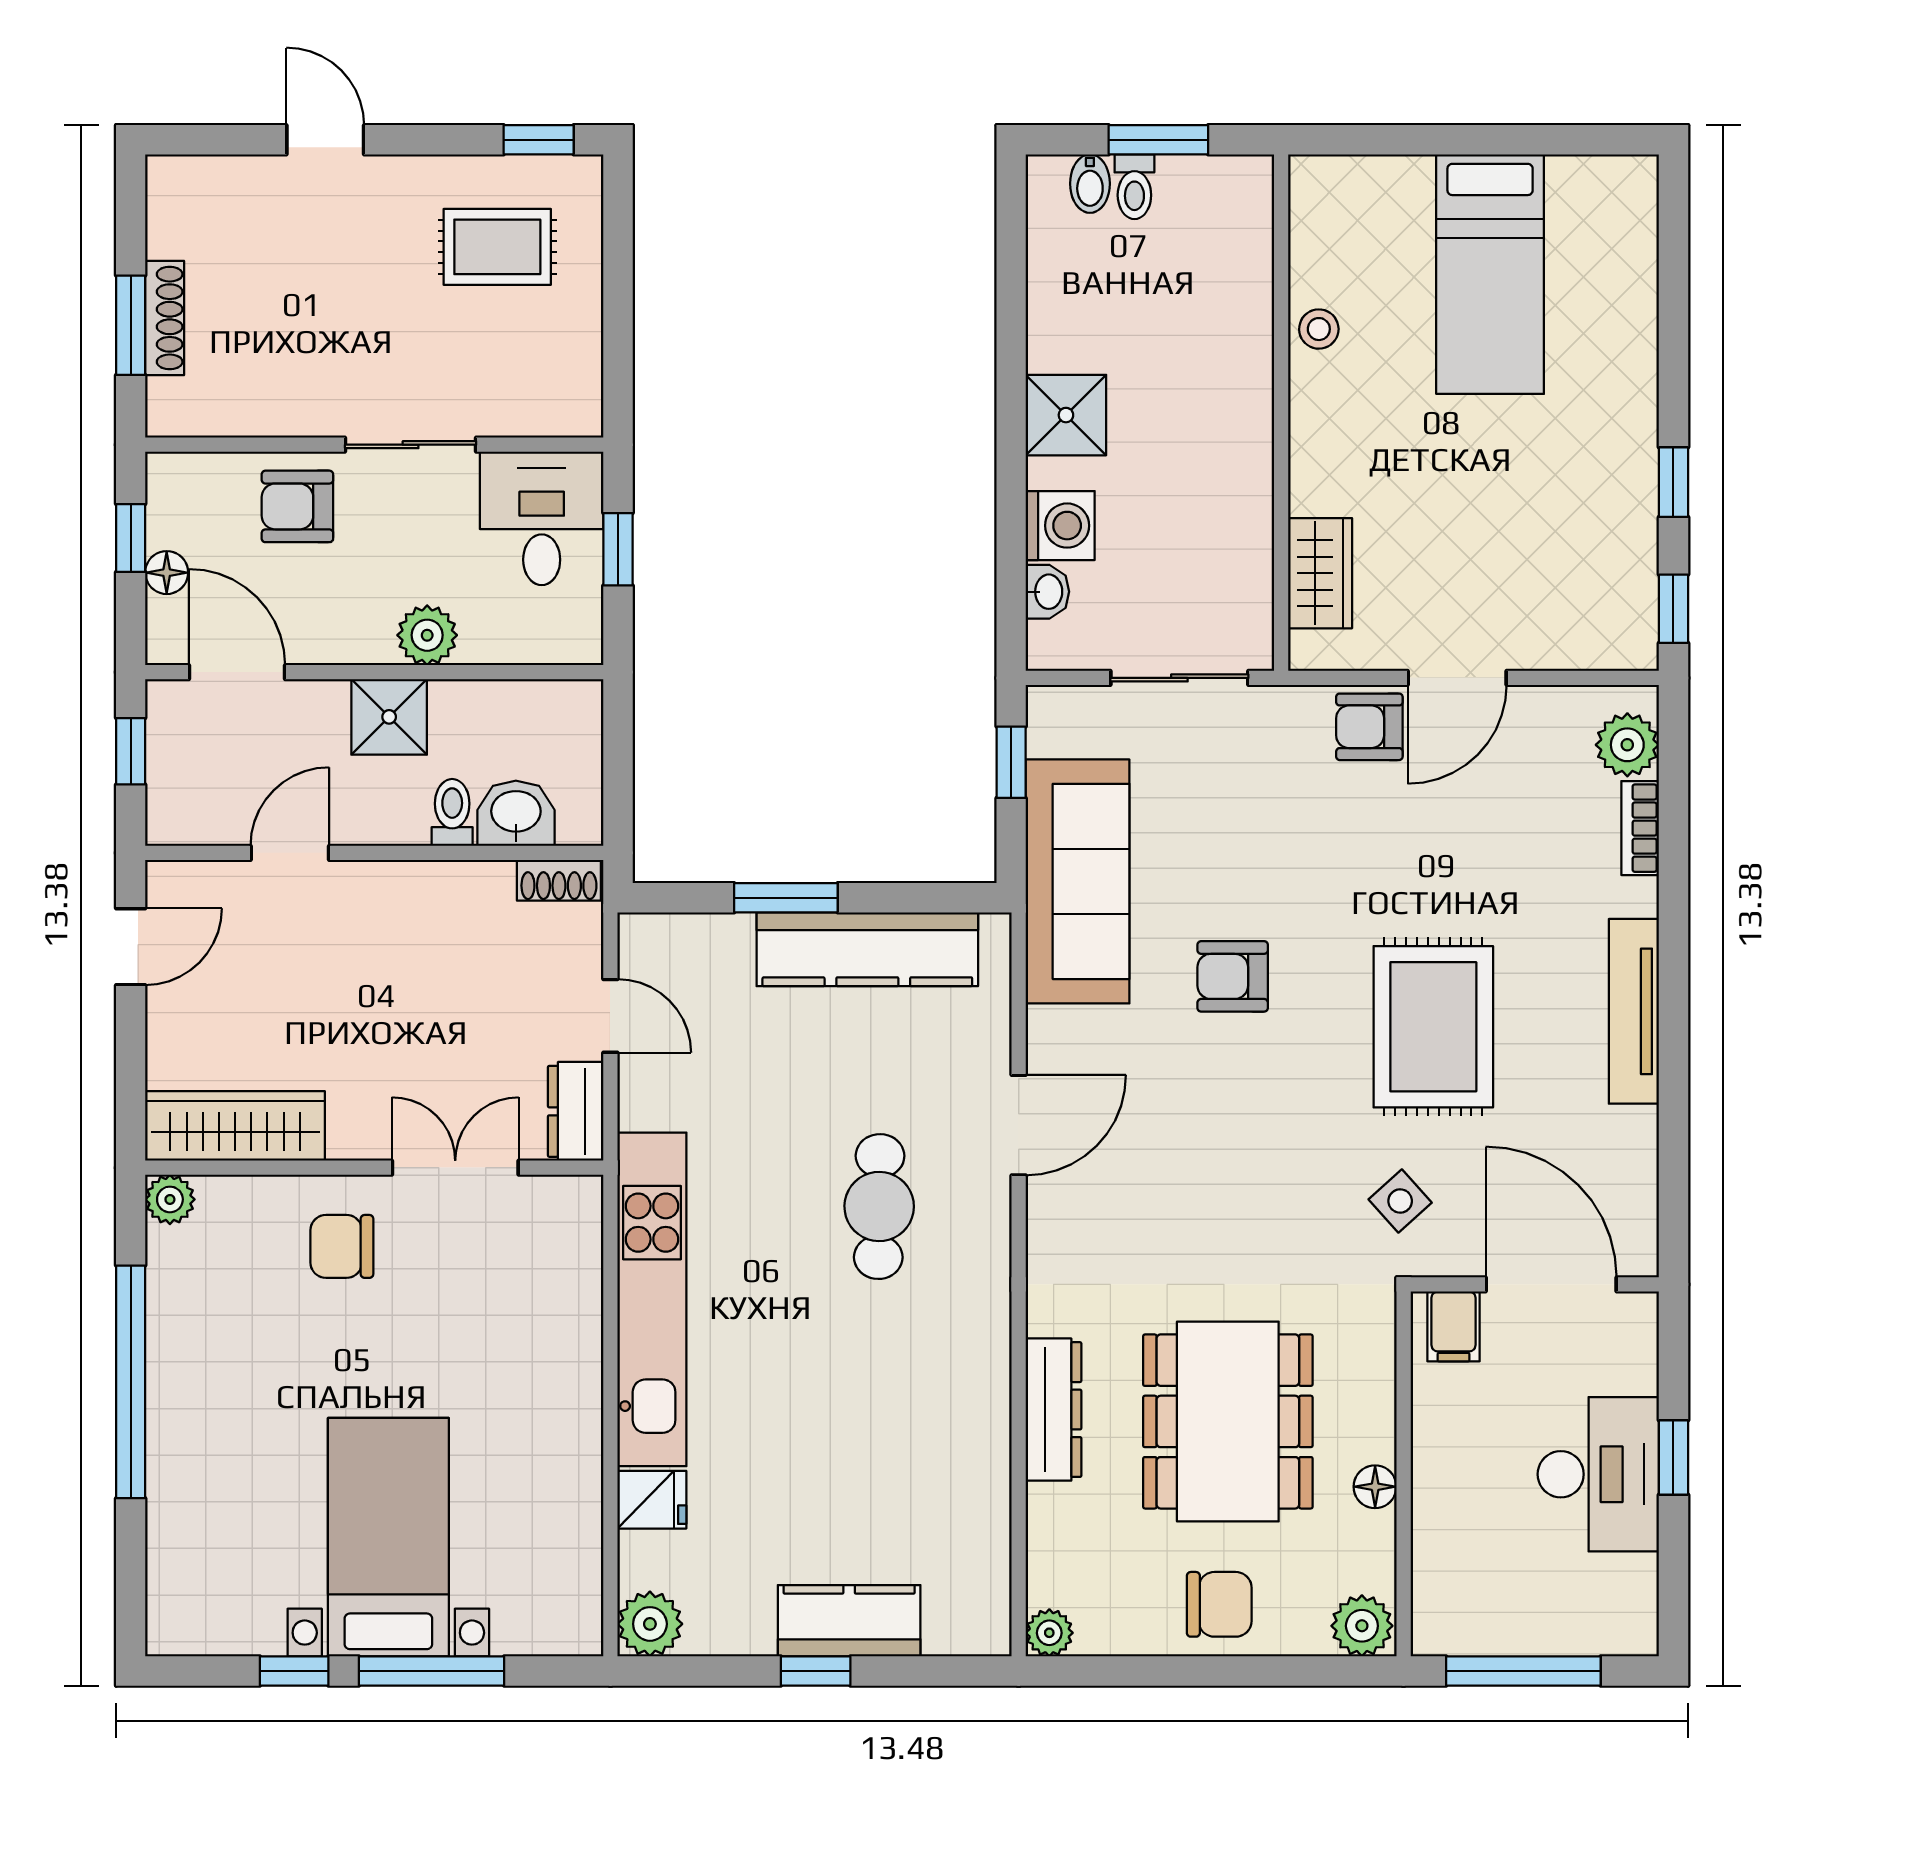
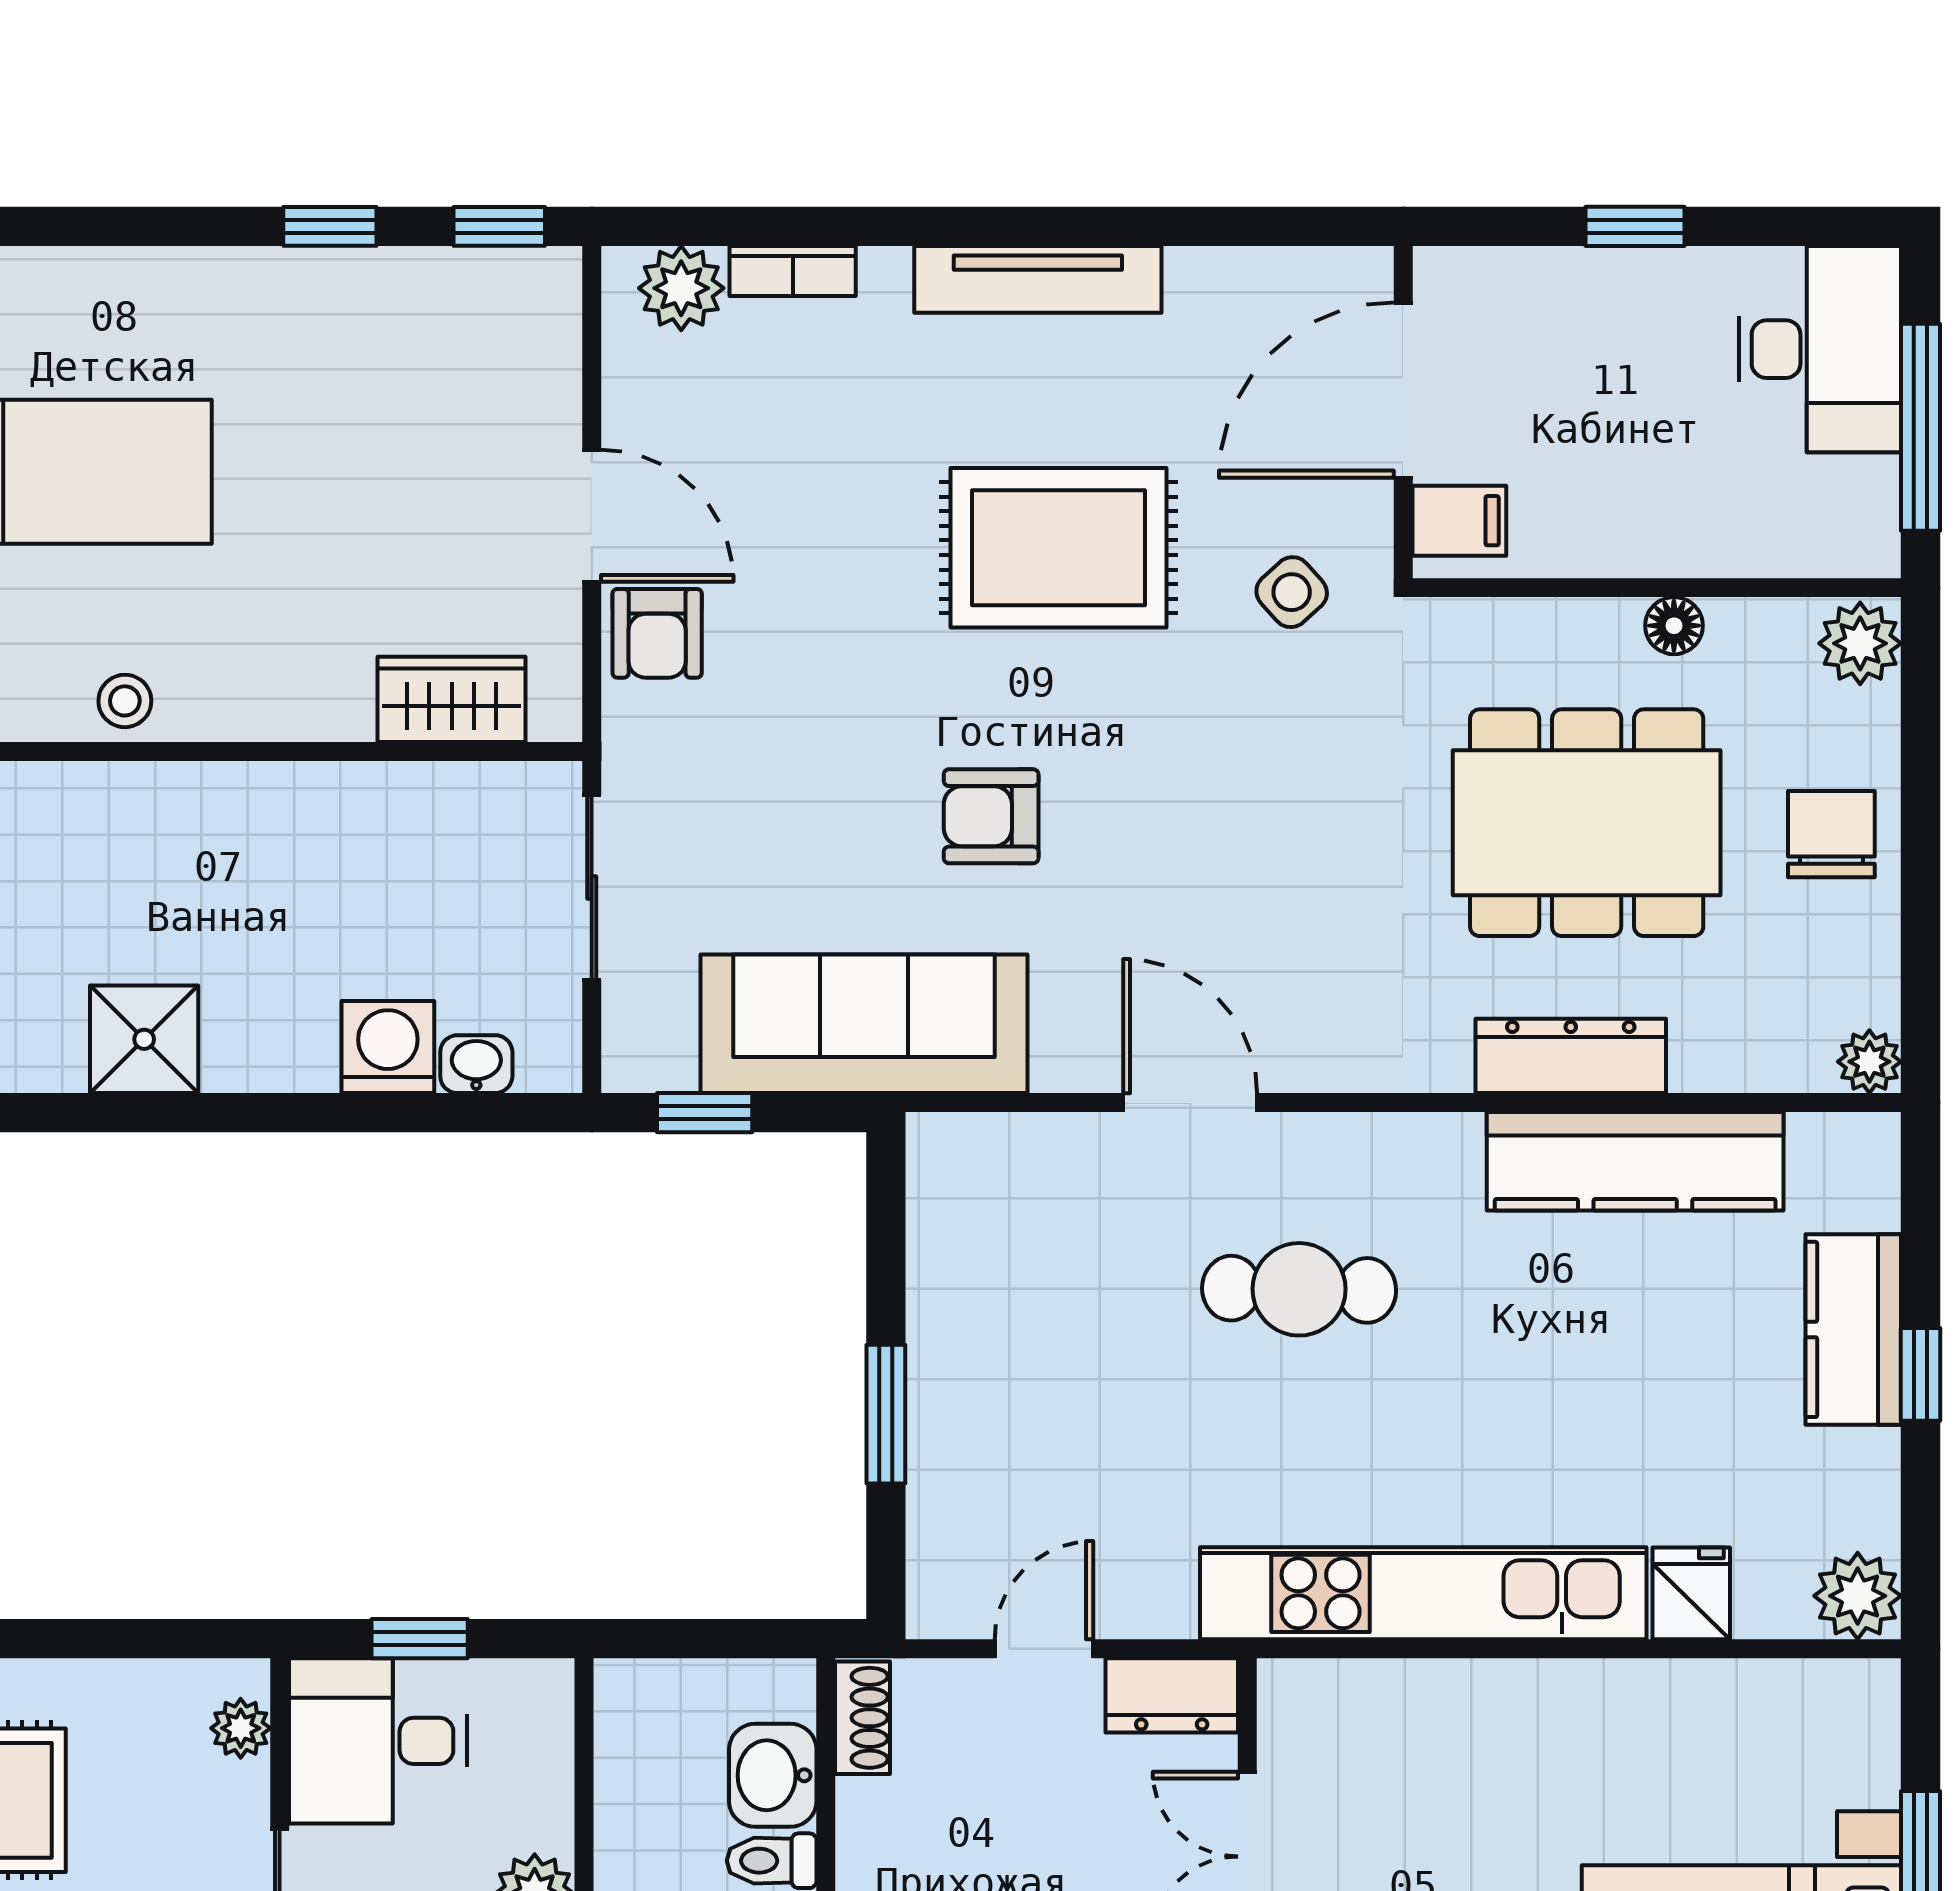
shower: (1066, 415) -> (144, 1039), moved
plant: (551, 416) -> (241, 1728), added
kitchen counter: (867, 949) -> (1635, 1161), moved, turned 90
armchair: (1233, 976) -> (991, 816), turned 90
desk: (1598, 1474) -> (1820, 349), moved, turned 90

